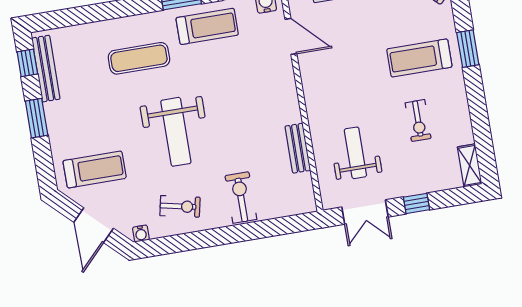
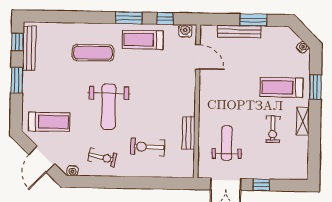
treadmill: (207, 26) -> (143, 40), turned 180
shelving: (470, 165) -> (303, 121), moved
exercise bike: (241, 198) -> (147, 147), moved, turned -88

